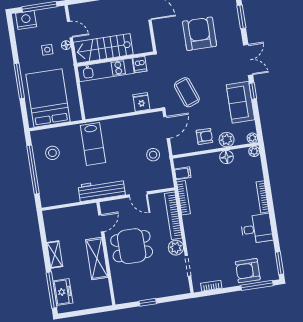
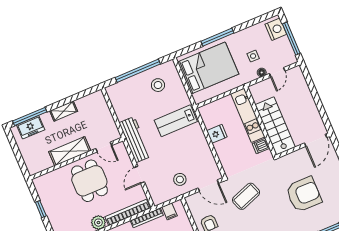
stairs: (103, 48) -> (275, 126), moved
fridge: (141, 102) -> (217, 134), moved

